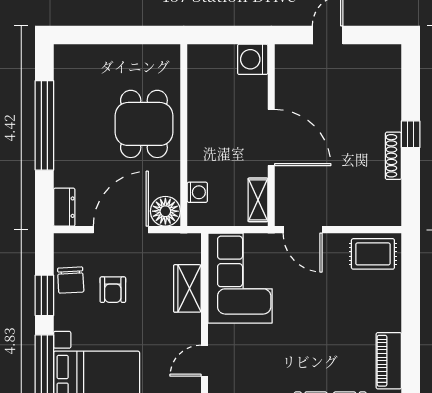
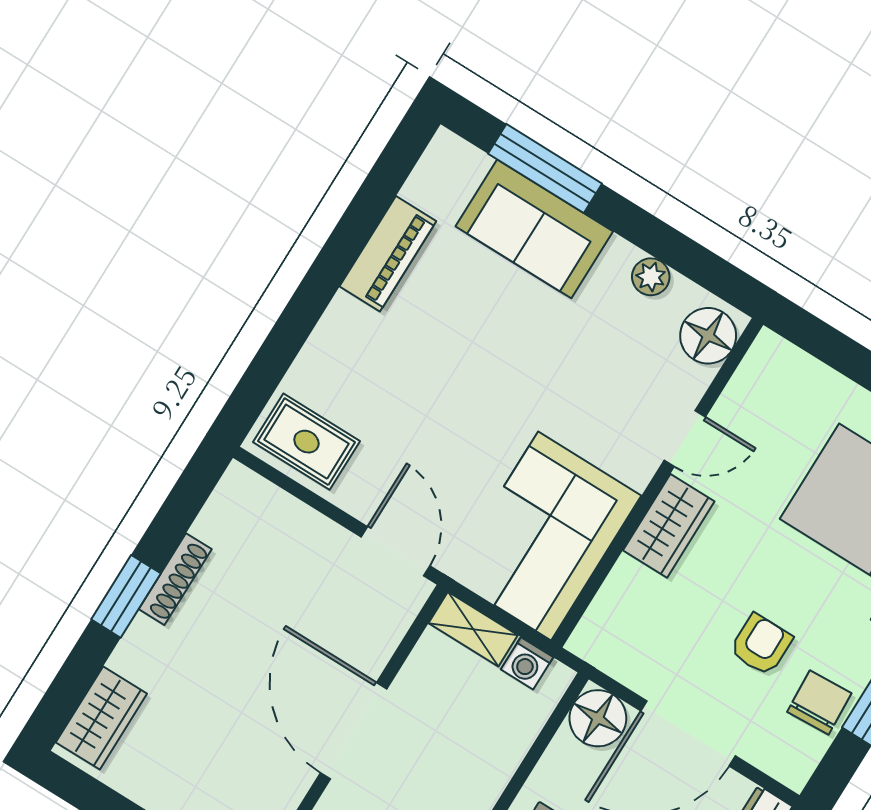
wardrobe: (388, 73) -> (101, 718), added
window: (411, 134) -> (126, 596), width x1.50
washing machine: (197, 192) -> (527, 663), moved, turned -90
shelving: (258, 200) -> (473, 629), moved, turned 90
wardrobe: (187, 288) -> (669, 526), moved

